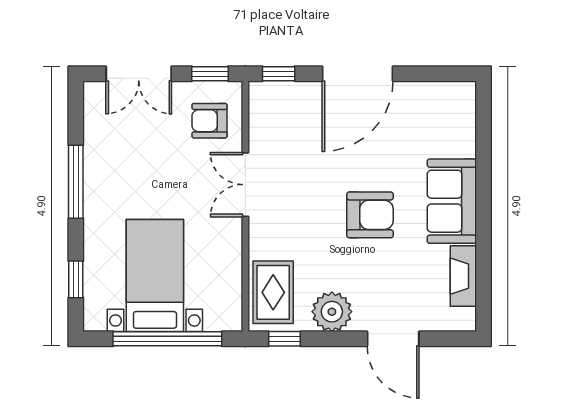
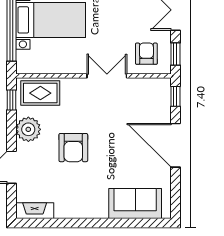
sofa: (452, 201) -> (135, 203), moved
armchair: (370, 215) -> (73, 148), moved
fireplace: (463, 276) -> (35, 211), moved

